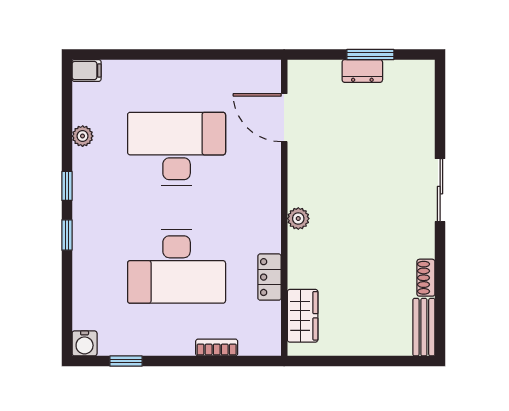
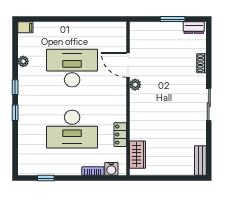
dresser: (362, 71) -> (194, 28), moved
door: (284, 118) -> (128, 65), moved
sliding door: (440, 190) -> (209, 105), moved
plant: (298, 219) -> (135, 85), moved
shoe rack: (426, 278) -> (201, 63), moved
water cooler: (85, 343) -> (111, 169), moved

